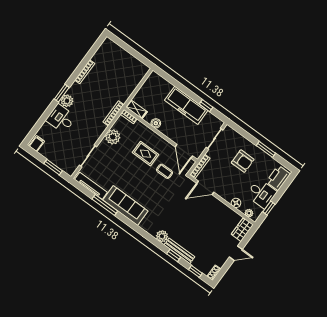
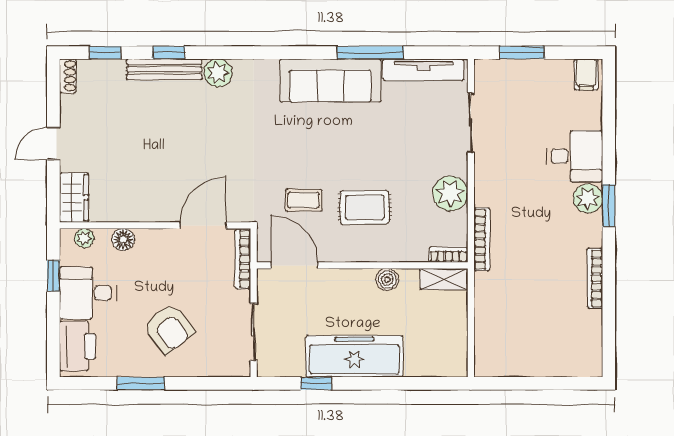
armchair: (243, 161) -> (169, 329), turned -128

